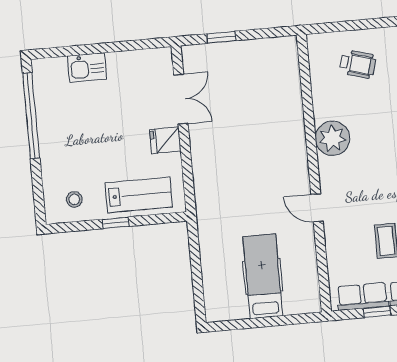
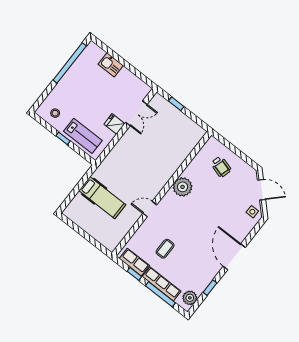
door: (317, 208) -> (150, 209), hinge flipped
hospital bed: (263, 276) -> (102, 198), moved, turned 90

